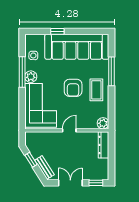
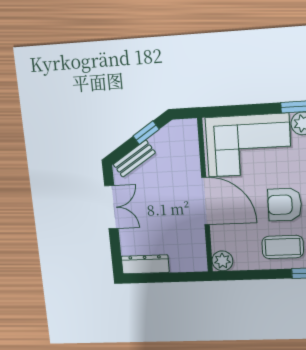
door: (69, 130) -> (205, 201), width x1.87
dresser: (104, 145) -> (145, 264), moved
window: (96, 183) -> (116, 252), removed

